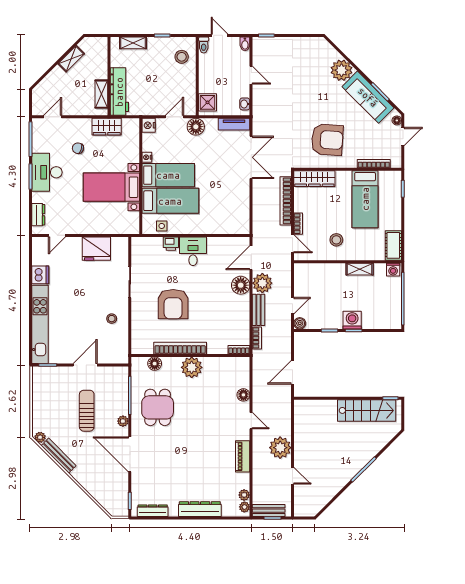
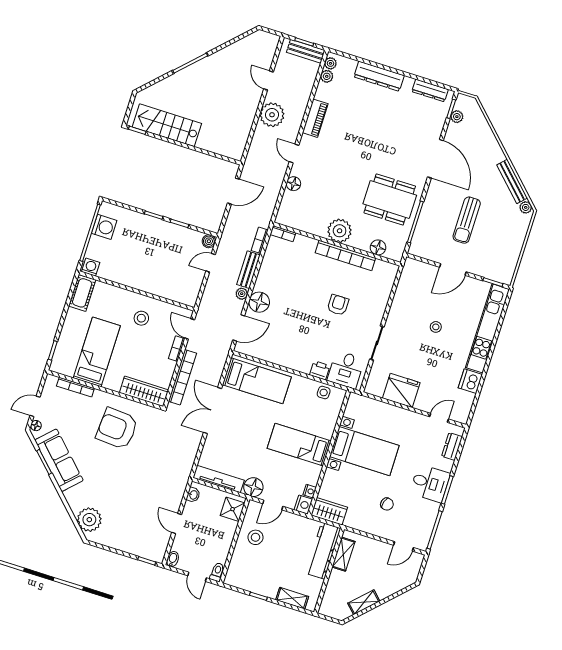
stool: (182, 57) -> (255, 537), moved
plant: (341, 70) -> (89, 520), moved
tv unit: (234, 124) -> (218, 479), width x1.41
wardrobe: (107, 127) -> (329, 511), moved
nightstand: (147, 157) -> (310, 491), moved
double door: (251, 157) -> (212, 410), moved
desk: (47, 172) -> (430, 483), width x0.73
bed: (170, 201) -> (257, 381), moved, turned 180
desk: (193, 251) -> (346, 370), moved
shelving: (360, 269) -> (126, 279), removed
plant: (262, 283) -> (242, 294), width x0.53, depth x0.53
armchair: (173, 304) -> (338, 305), width x0.53, depth x0.53
stool: (112, 319) -> (436, 327), moved
washing machine: (352, 320) -> (104, 227), moved, turned -90
dining table: (158, 407) -> (390, 199), width x1.38
plant: (123, 421) -> (457, 117), moved

